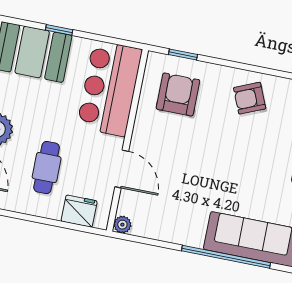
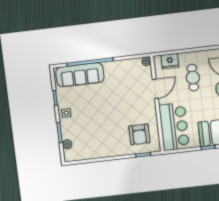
armchair: (250, 98) -> (104, 144), removed
door: (122, 169) -> (155, 89), swing flipped

